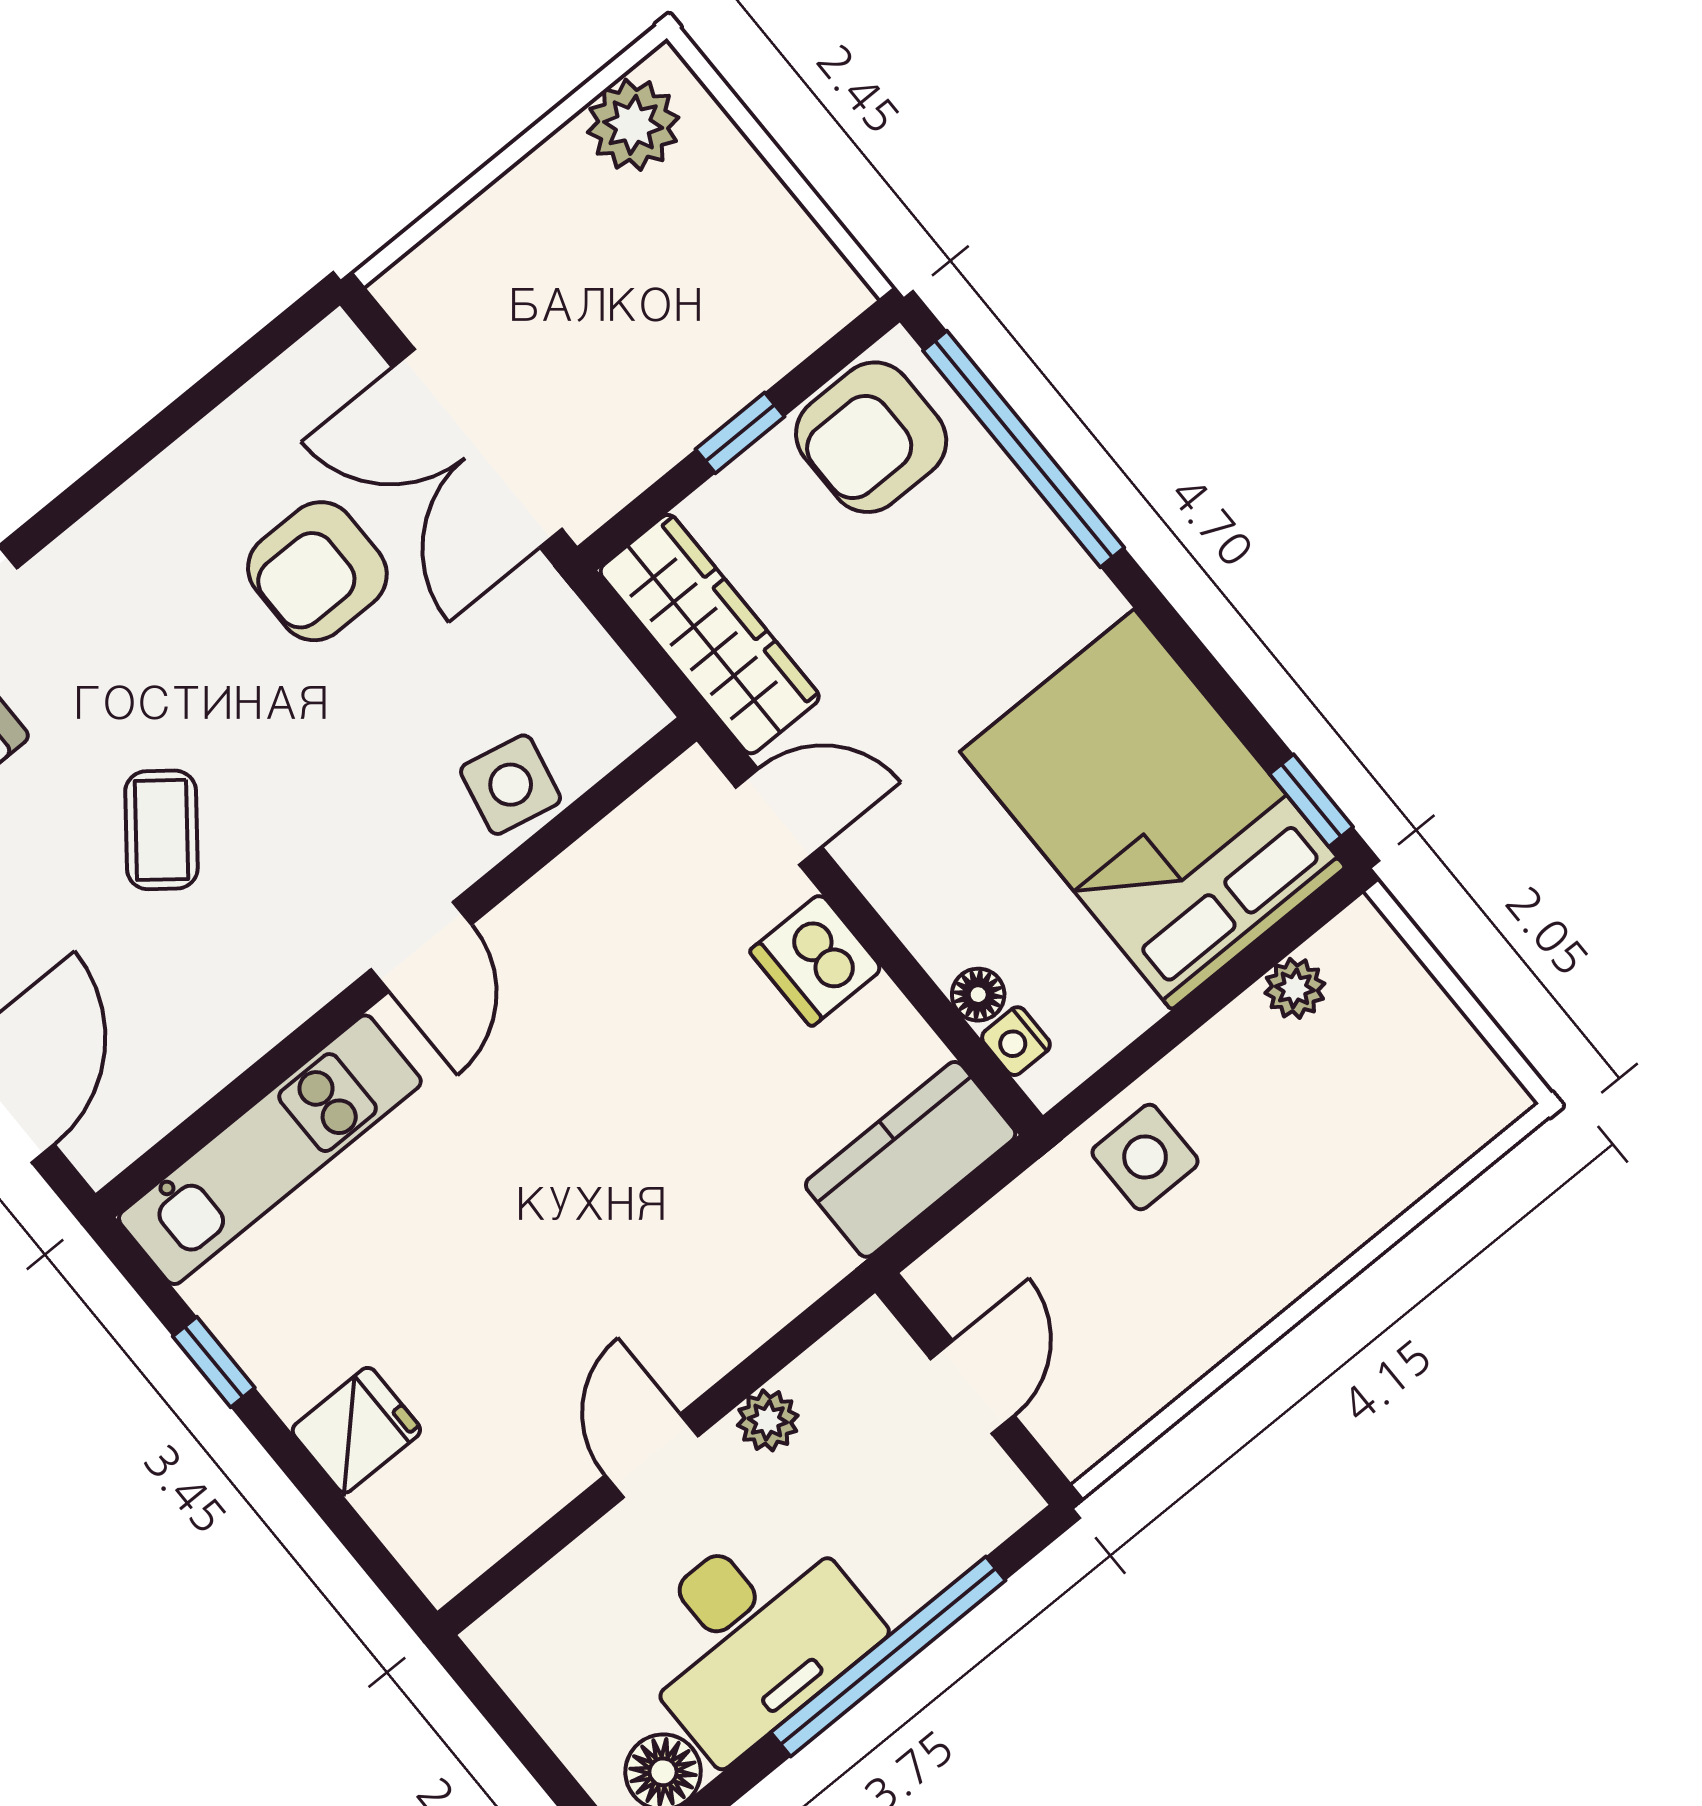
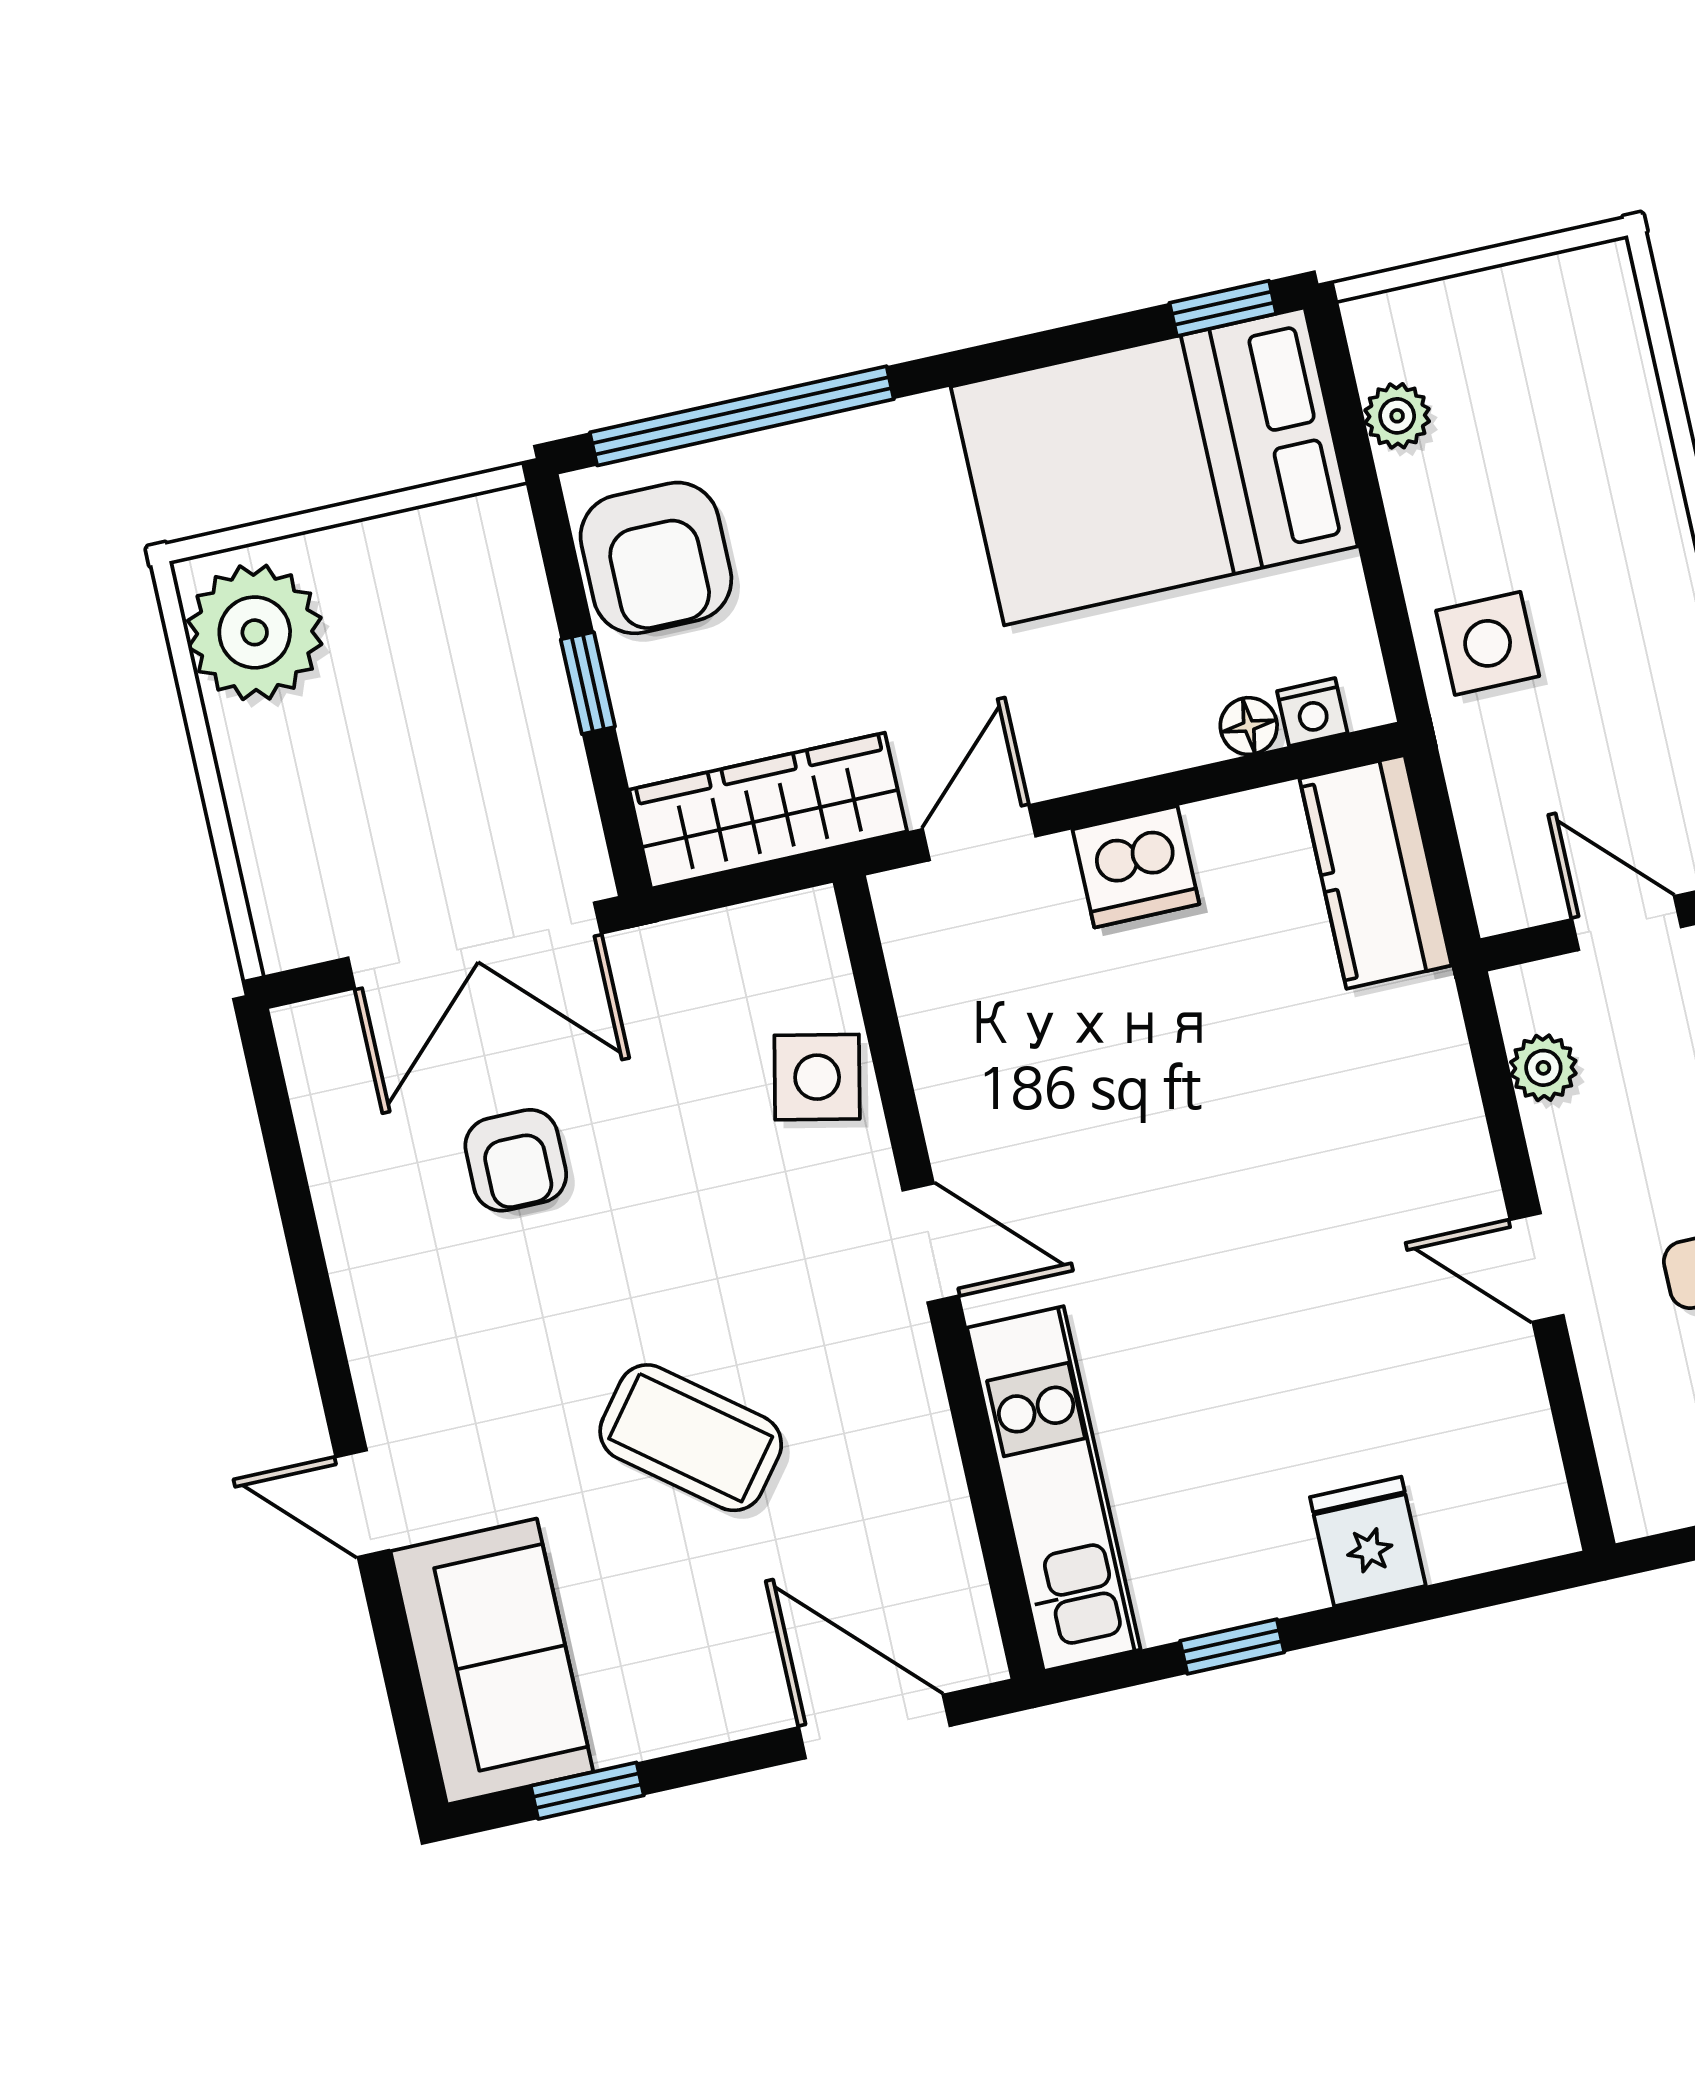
plant: (633, 125) -> (255, 632), width x1.36, depth x1.36
armchair: (317, 571) -> (516, 1160), width x0.72, depth x0.72
coffee table: (161, 830) -> (691, 1438), width x1.36, depth x1.30
plant: (768, 1420) -> (1543, 1068), moved

